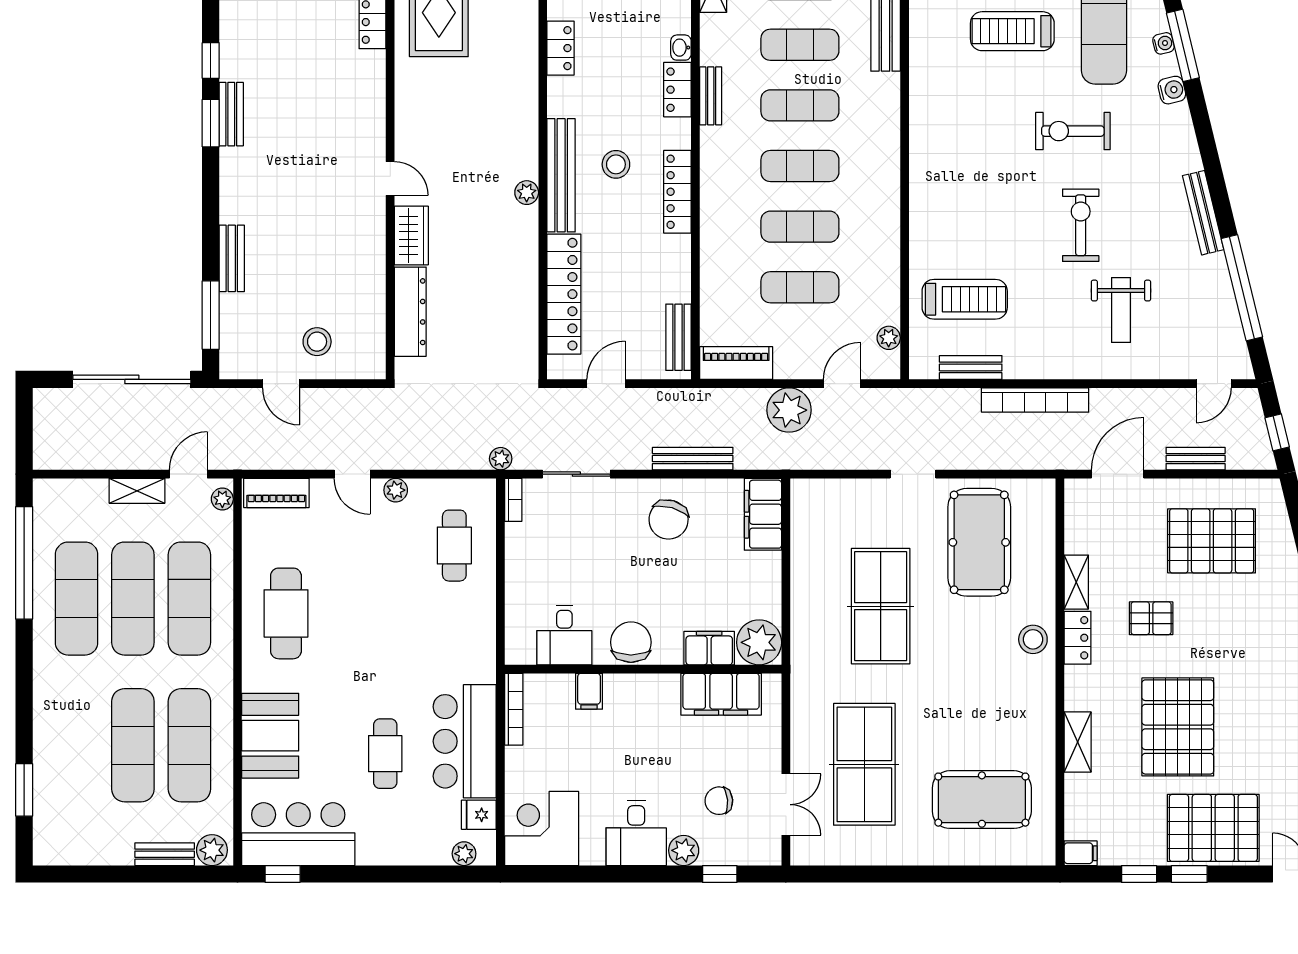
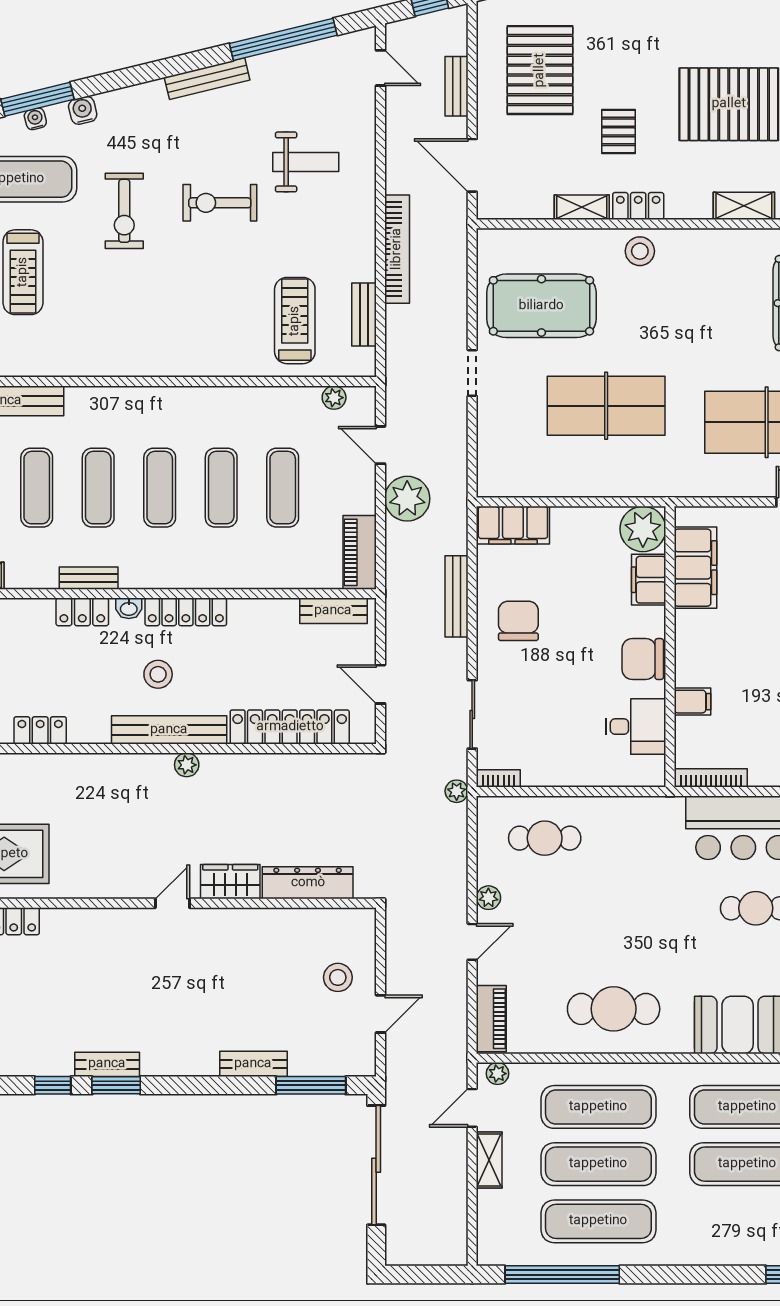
washbasin: (681, 48) -> (129, 608), moved
door: (188, 474) -> (472, 1108), hinge flipped
chair: (669, 520) -> (518, 621), turned -106

